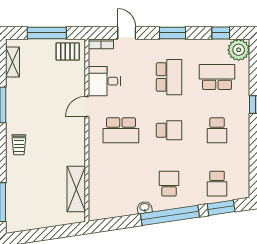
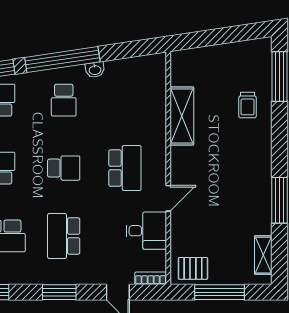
school desk: (121, 130) -> (125, 168), turned 90
school desk: (169, 130) -> (64, 168), turned 180
trolley: (19, 145) -> (247, 105), moved, turned 180
shelving: (76, 189) -> (182, 116), moved

